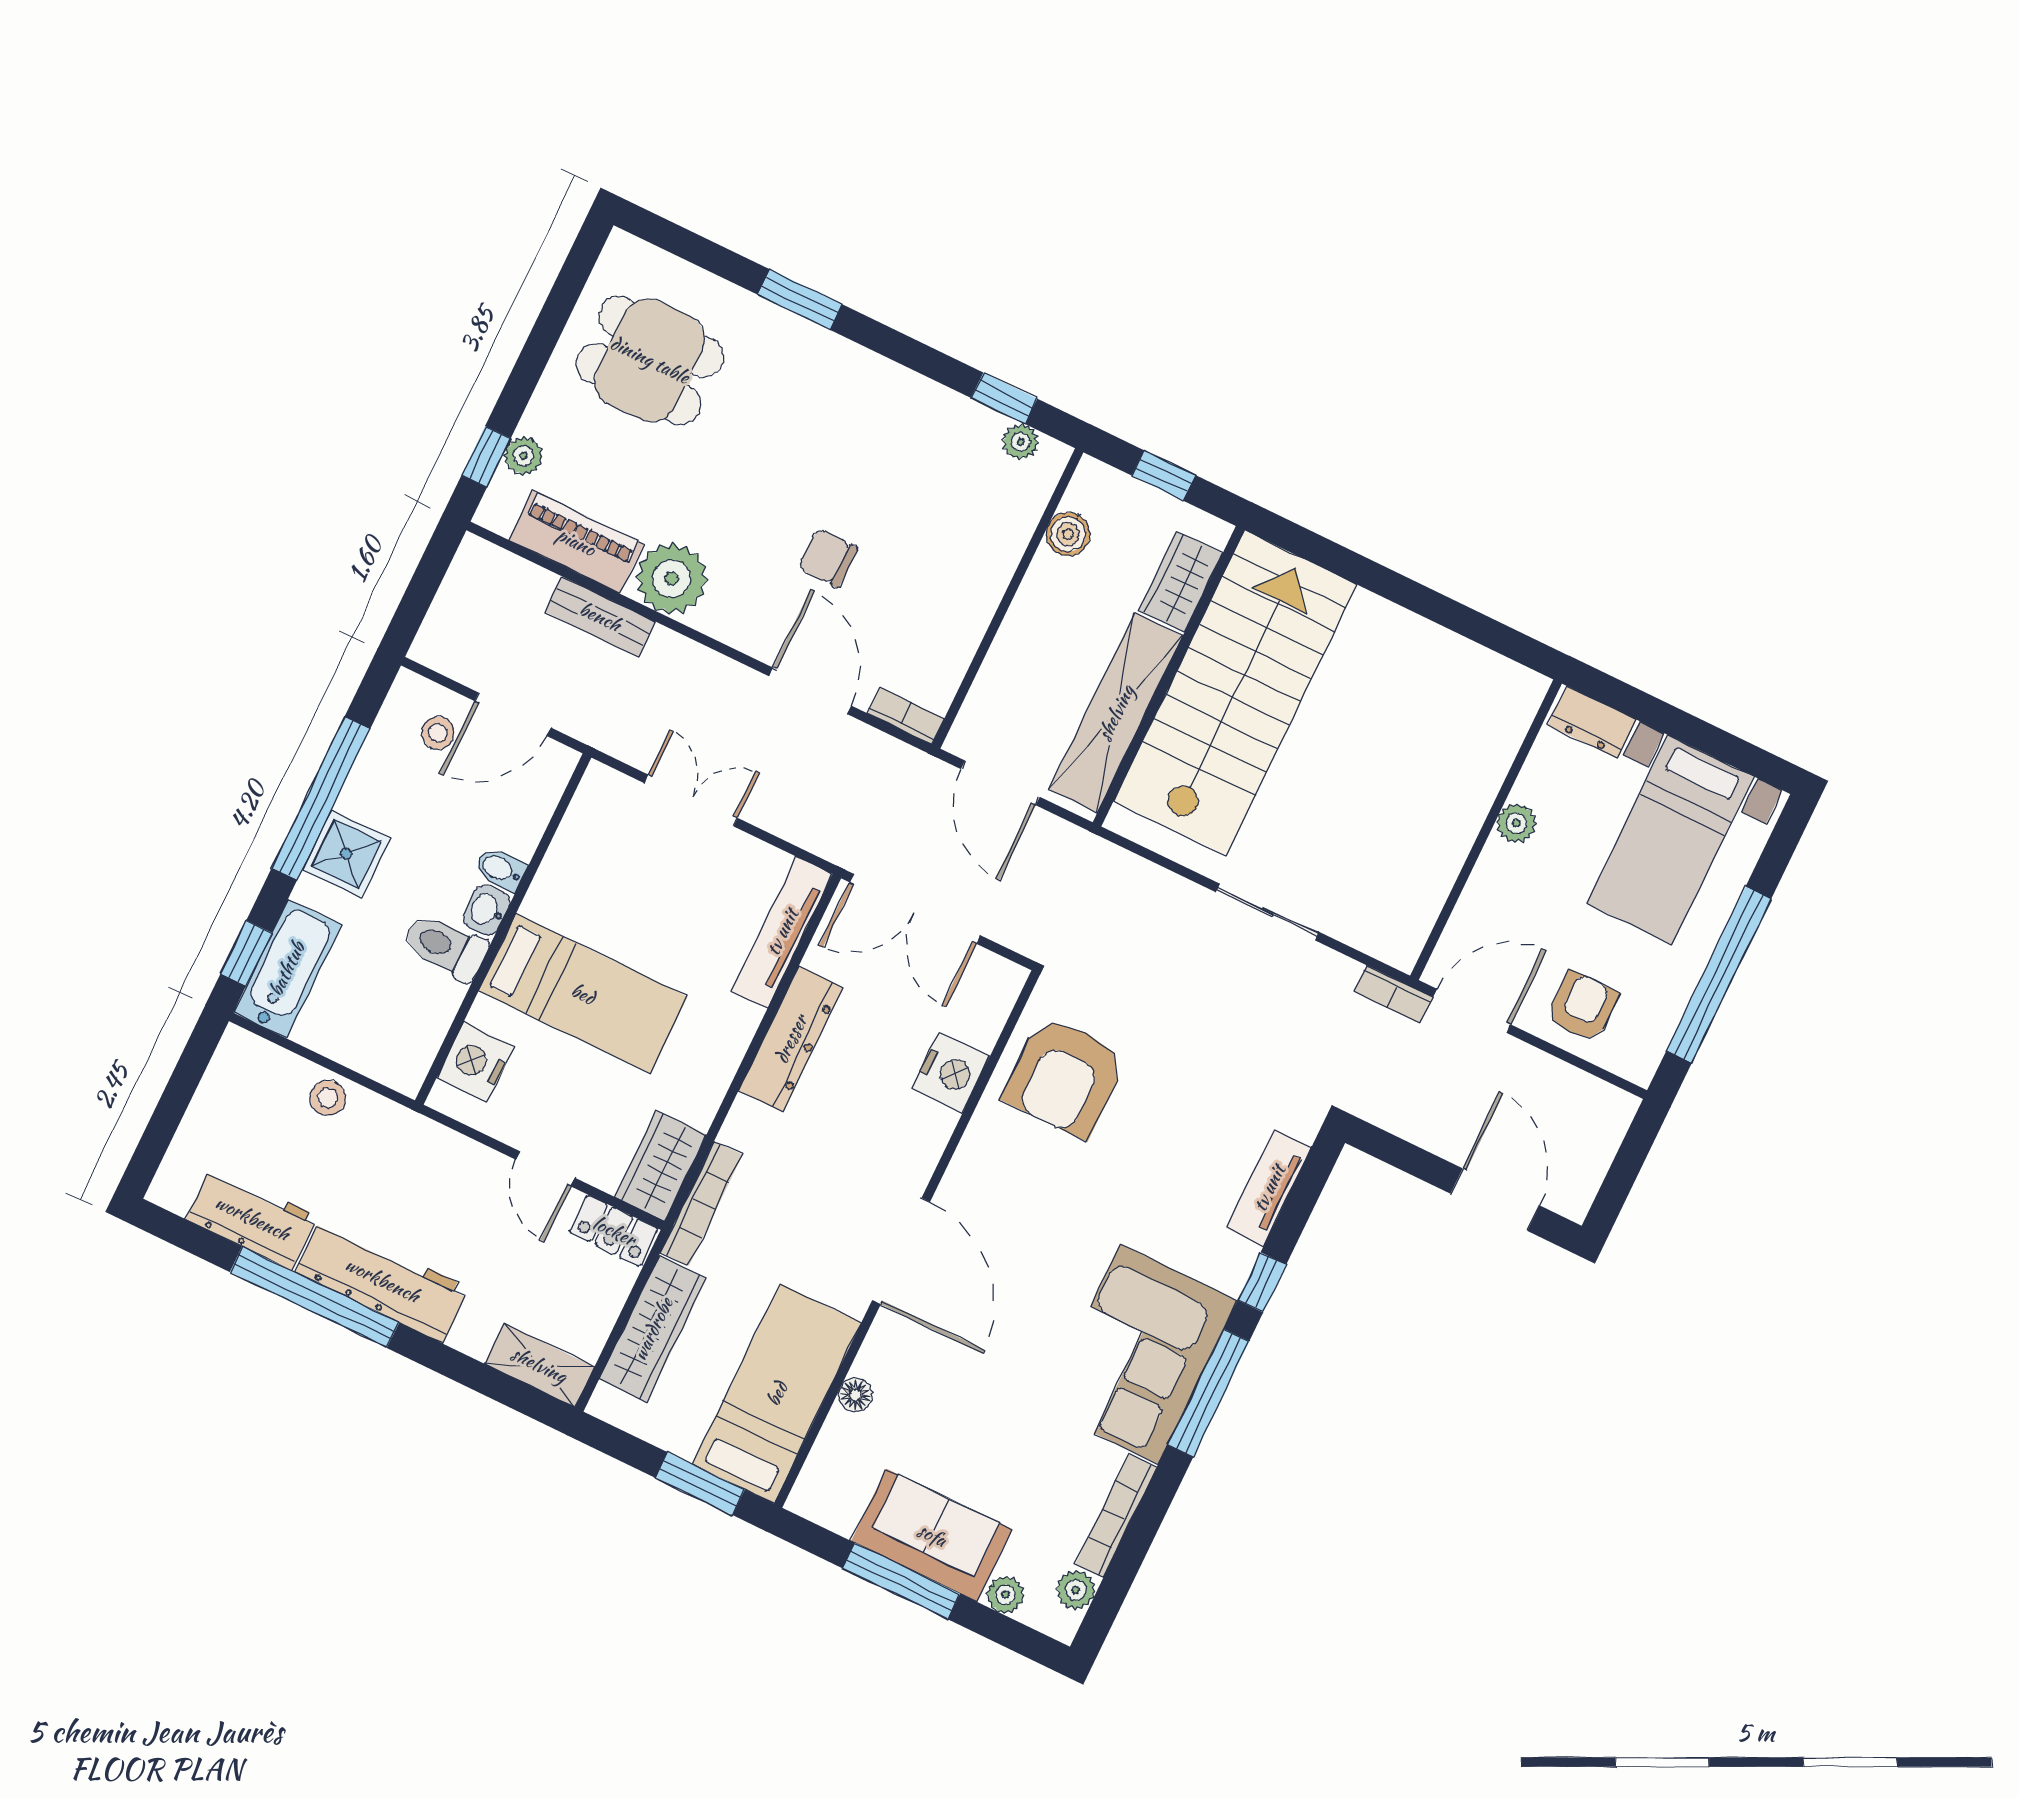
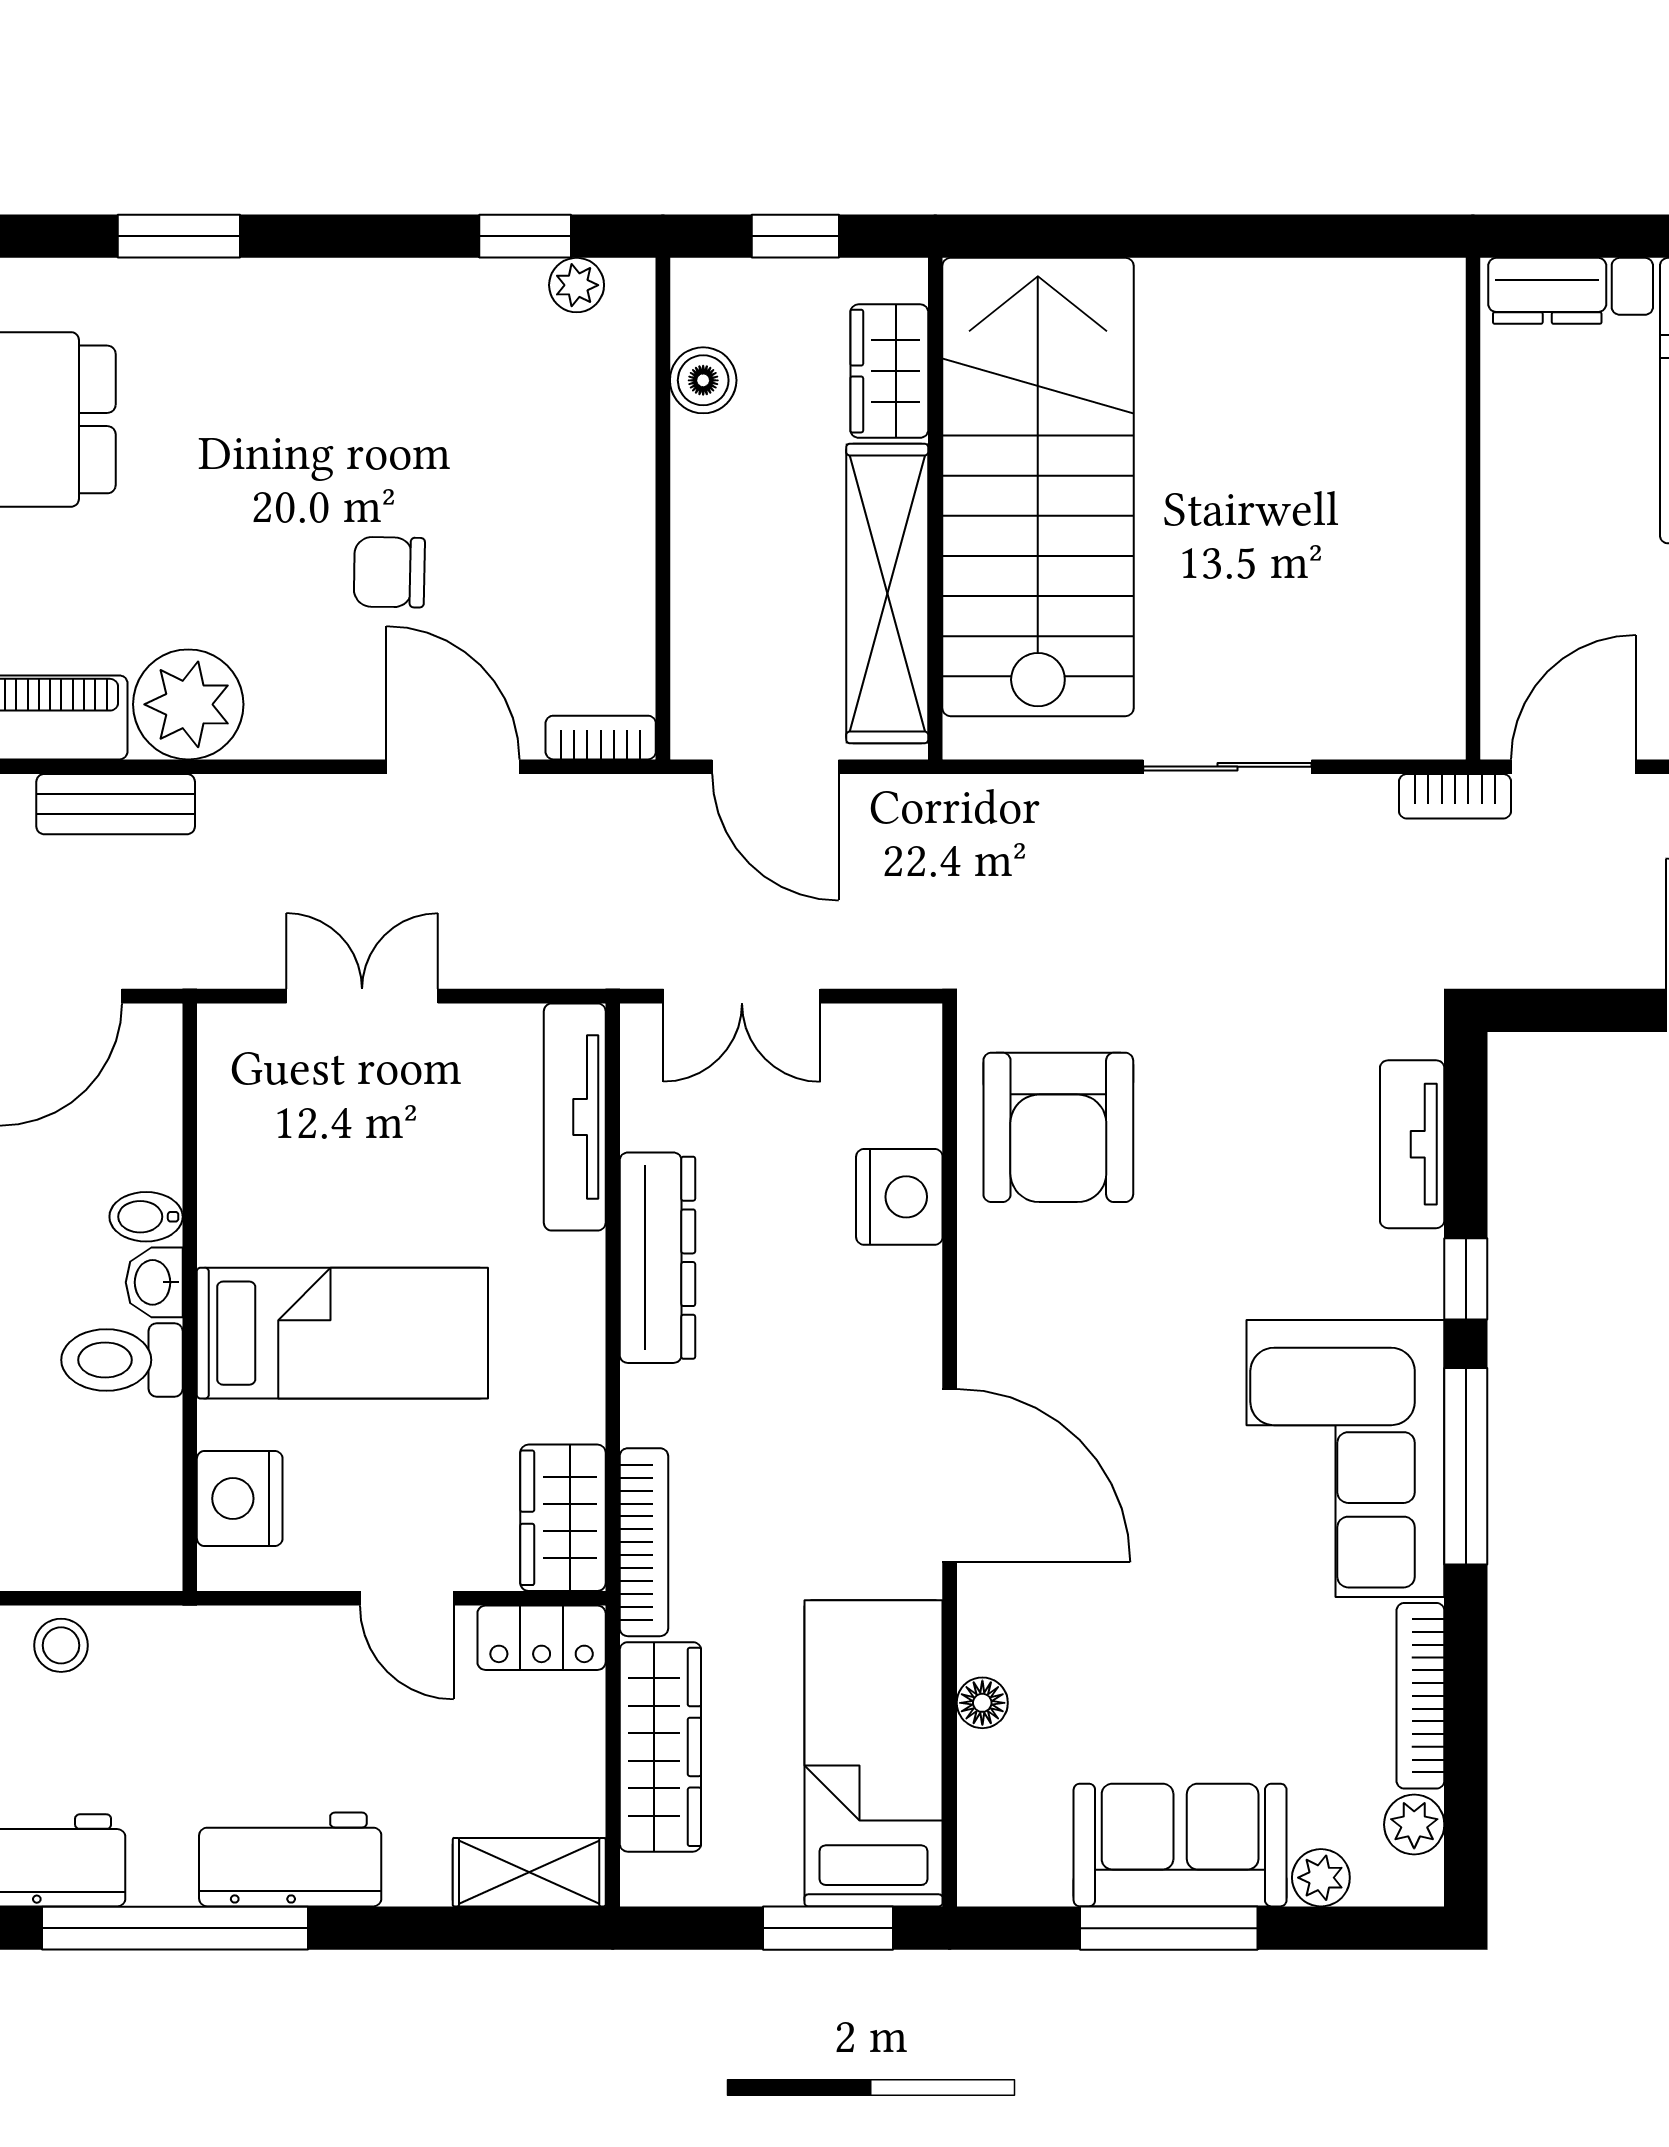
plant: (1516, 823) -> (1510, 480), removed
double door: (915, 909) -> (742, 996), width x0.73
workbench: (382, 1280) -> (290, 1859), width x0.73

